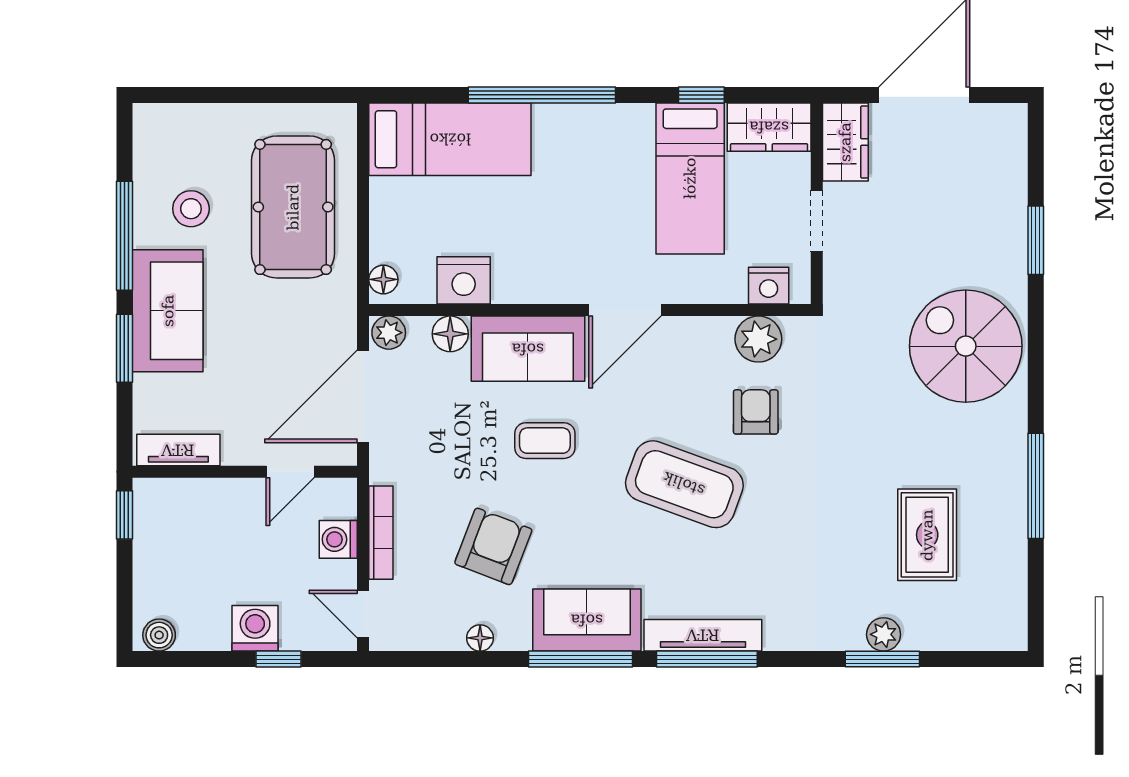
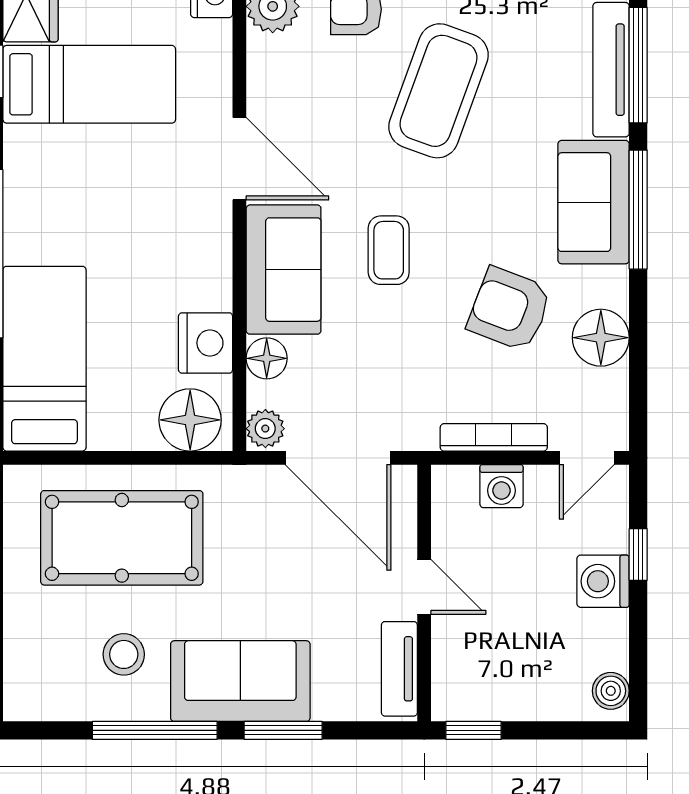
floor lamp: (383, 279) -> (190, 420), width x1.89, depth x1.89
door: (290, 472) -> (424, 587), moved
floor lamp: (480, 638) -> (601, 338), width x1.89, depth x1.89

